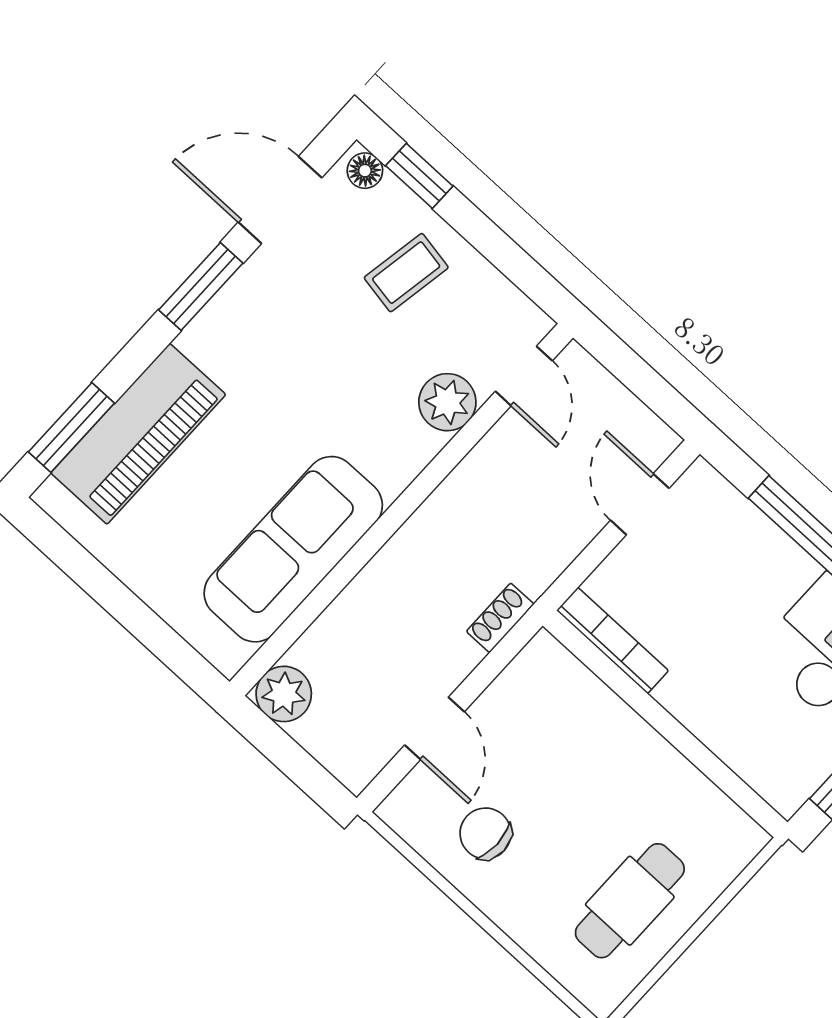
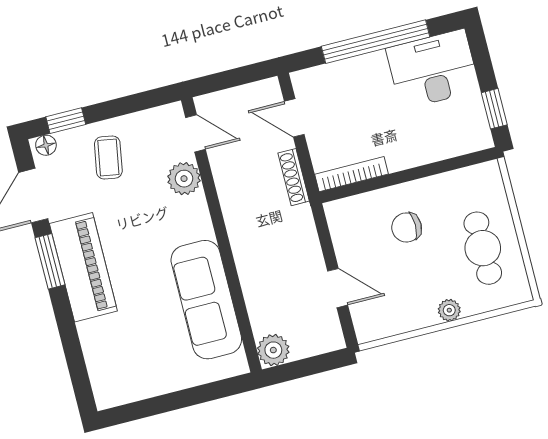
window: (71, 428) -> (77, 368), removed
piano: (138, 434) -> (83, 267), moved
shoe rack: (500, 618) -> (294, 177), moved, width x1.43
chair: (485, 833) -> (407, 227), moved
plant: (508, 911) -> (449, 310), added

